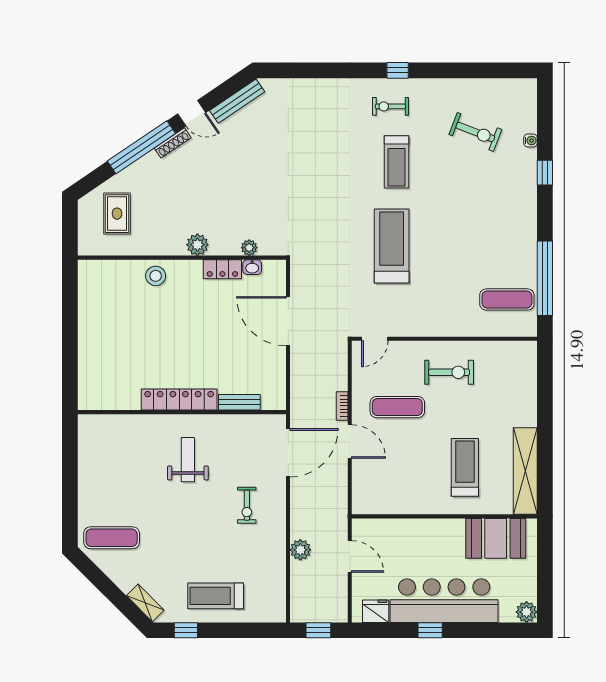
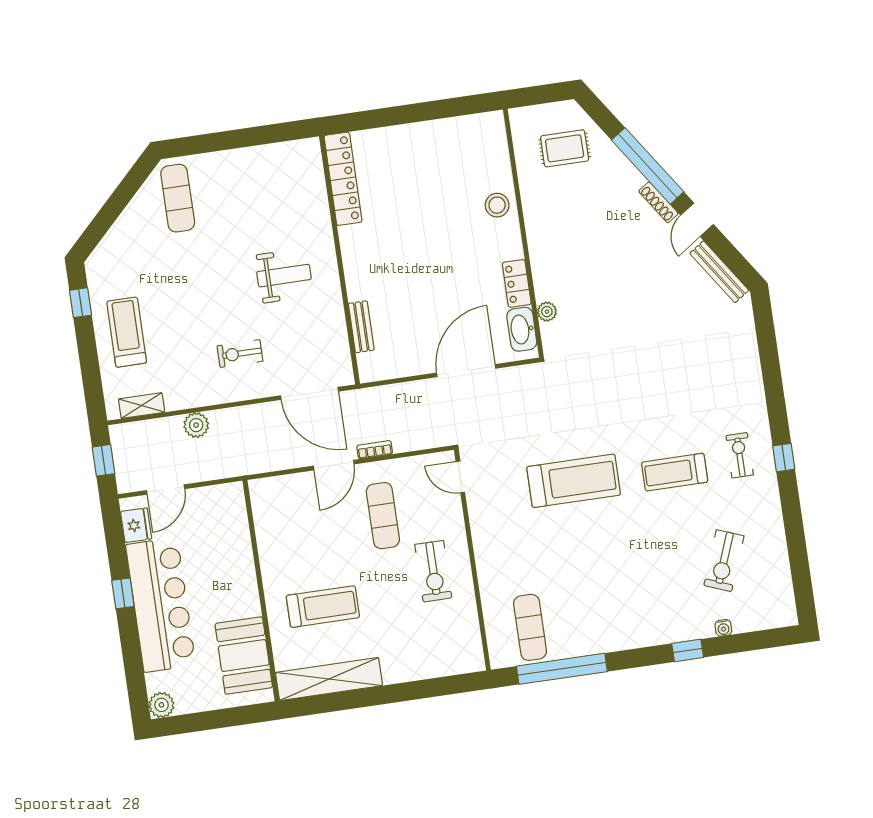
plant: (197, 245) -> (541, 249), removed
washbasin: (252, 267) -> (522, 329), width x1.91, depth x1.45
locker: (179, 399) -> (343, 179), moved
door: (350, 556) -> (166, 490), moved
shelving: (145, 603) -> (142, 406), moved, turned 45

